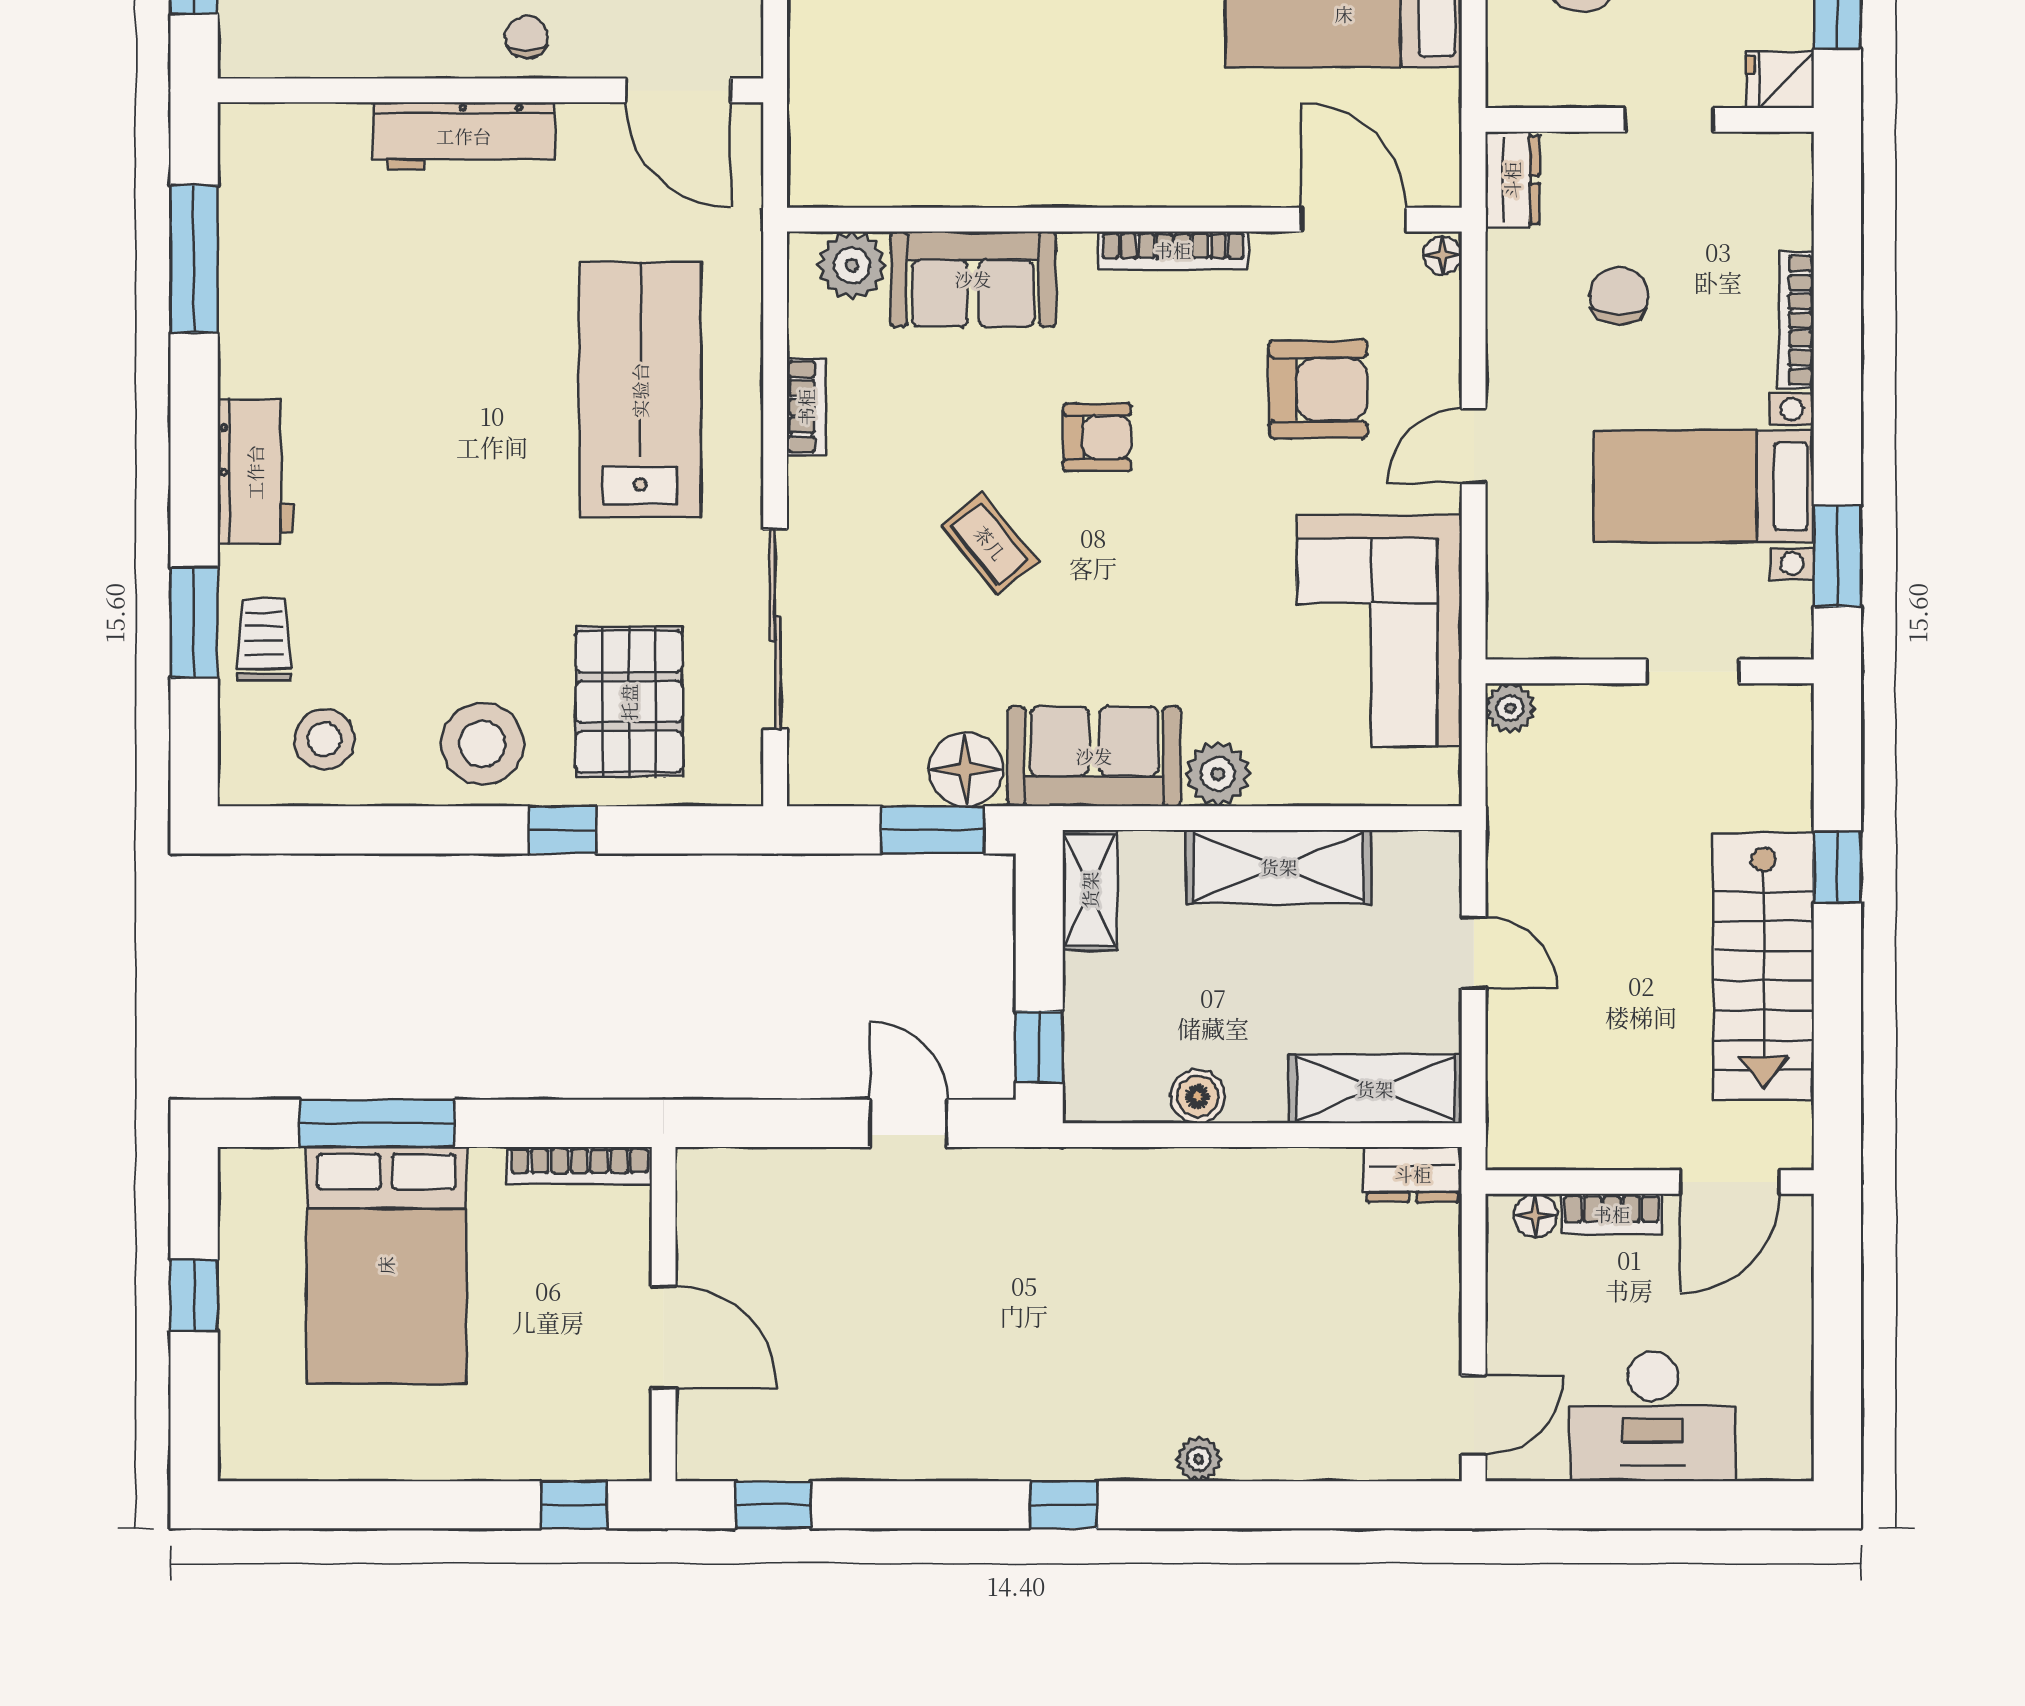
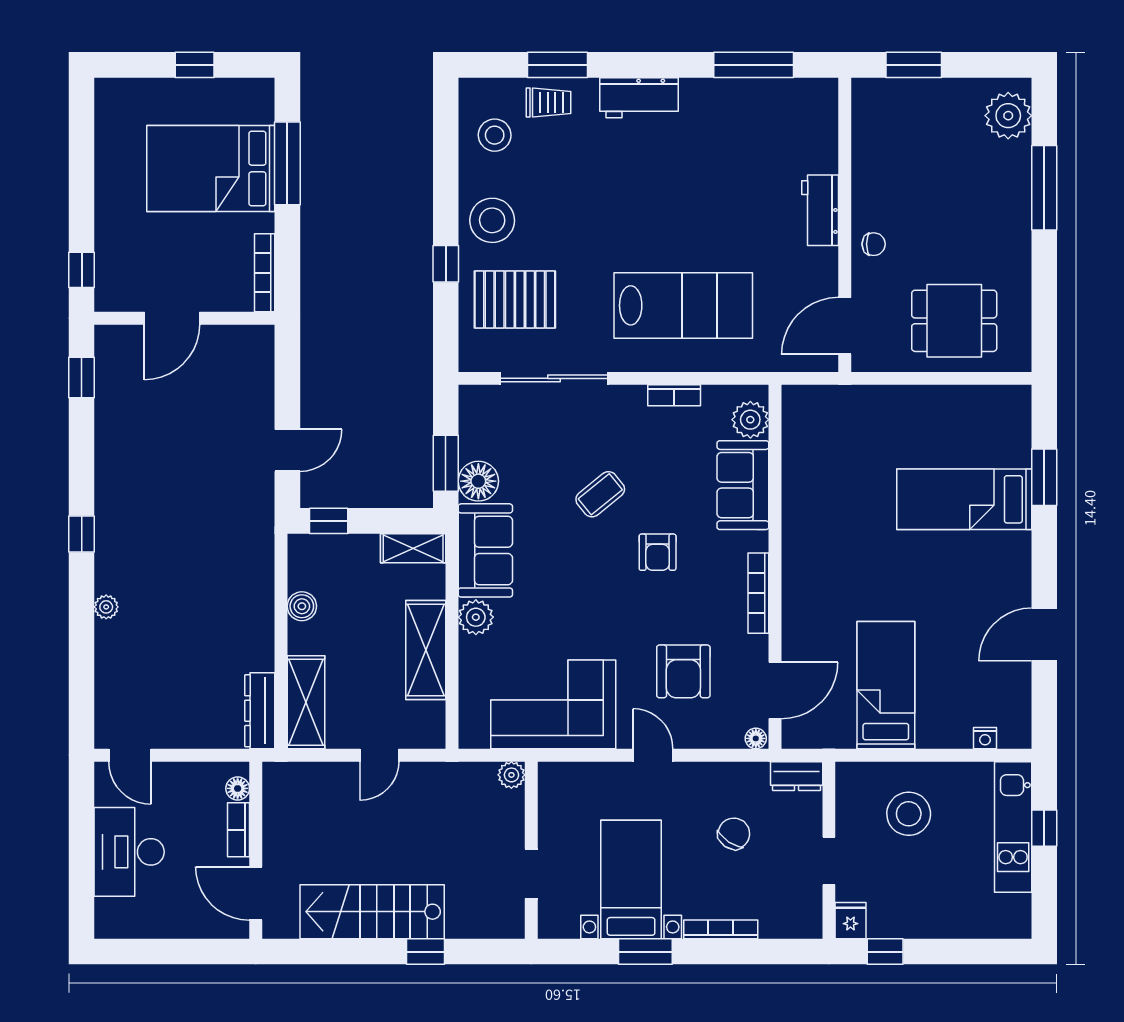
workbench: (464, 136) -> (820, 210), width x0.73
chair: (1619, 296) -> (734, 834), turned -56
window: (1837, 556) -> (645, 952), moved
dresser: (1413, 1174) -> (260, 711), width x1.44

